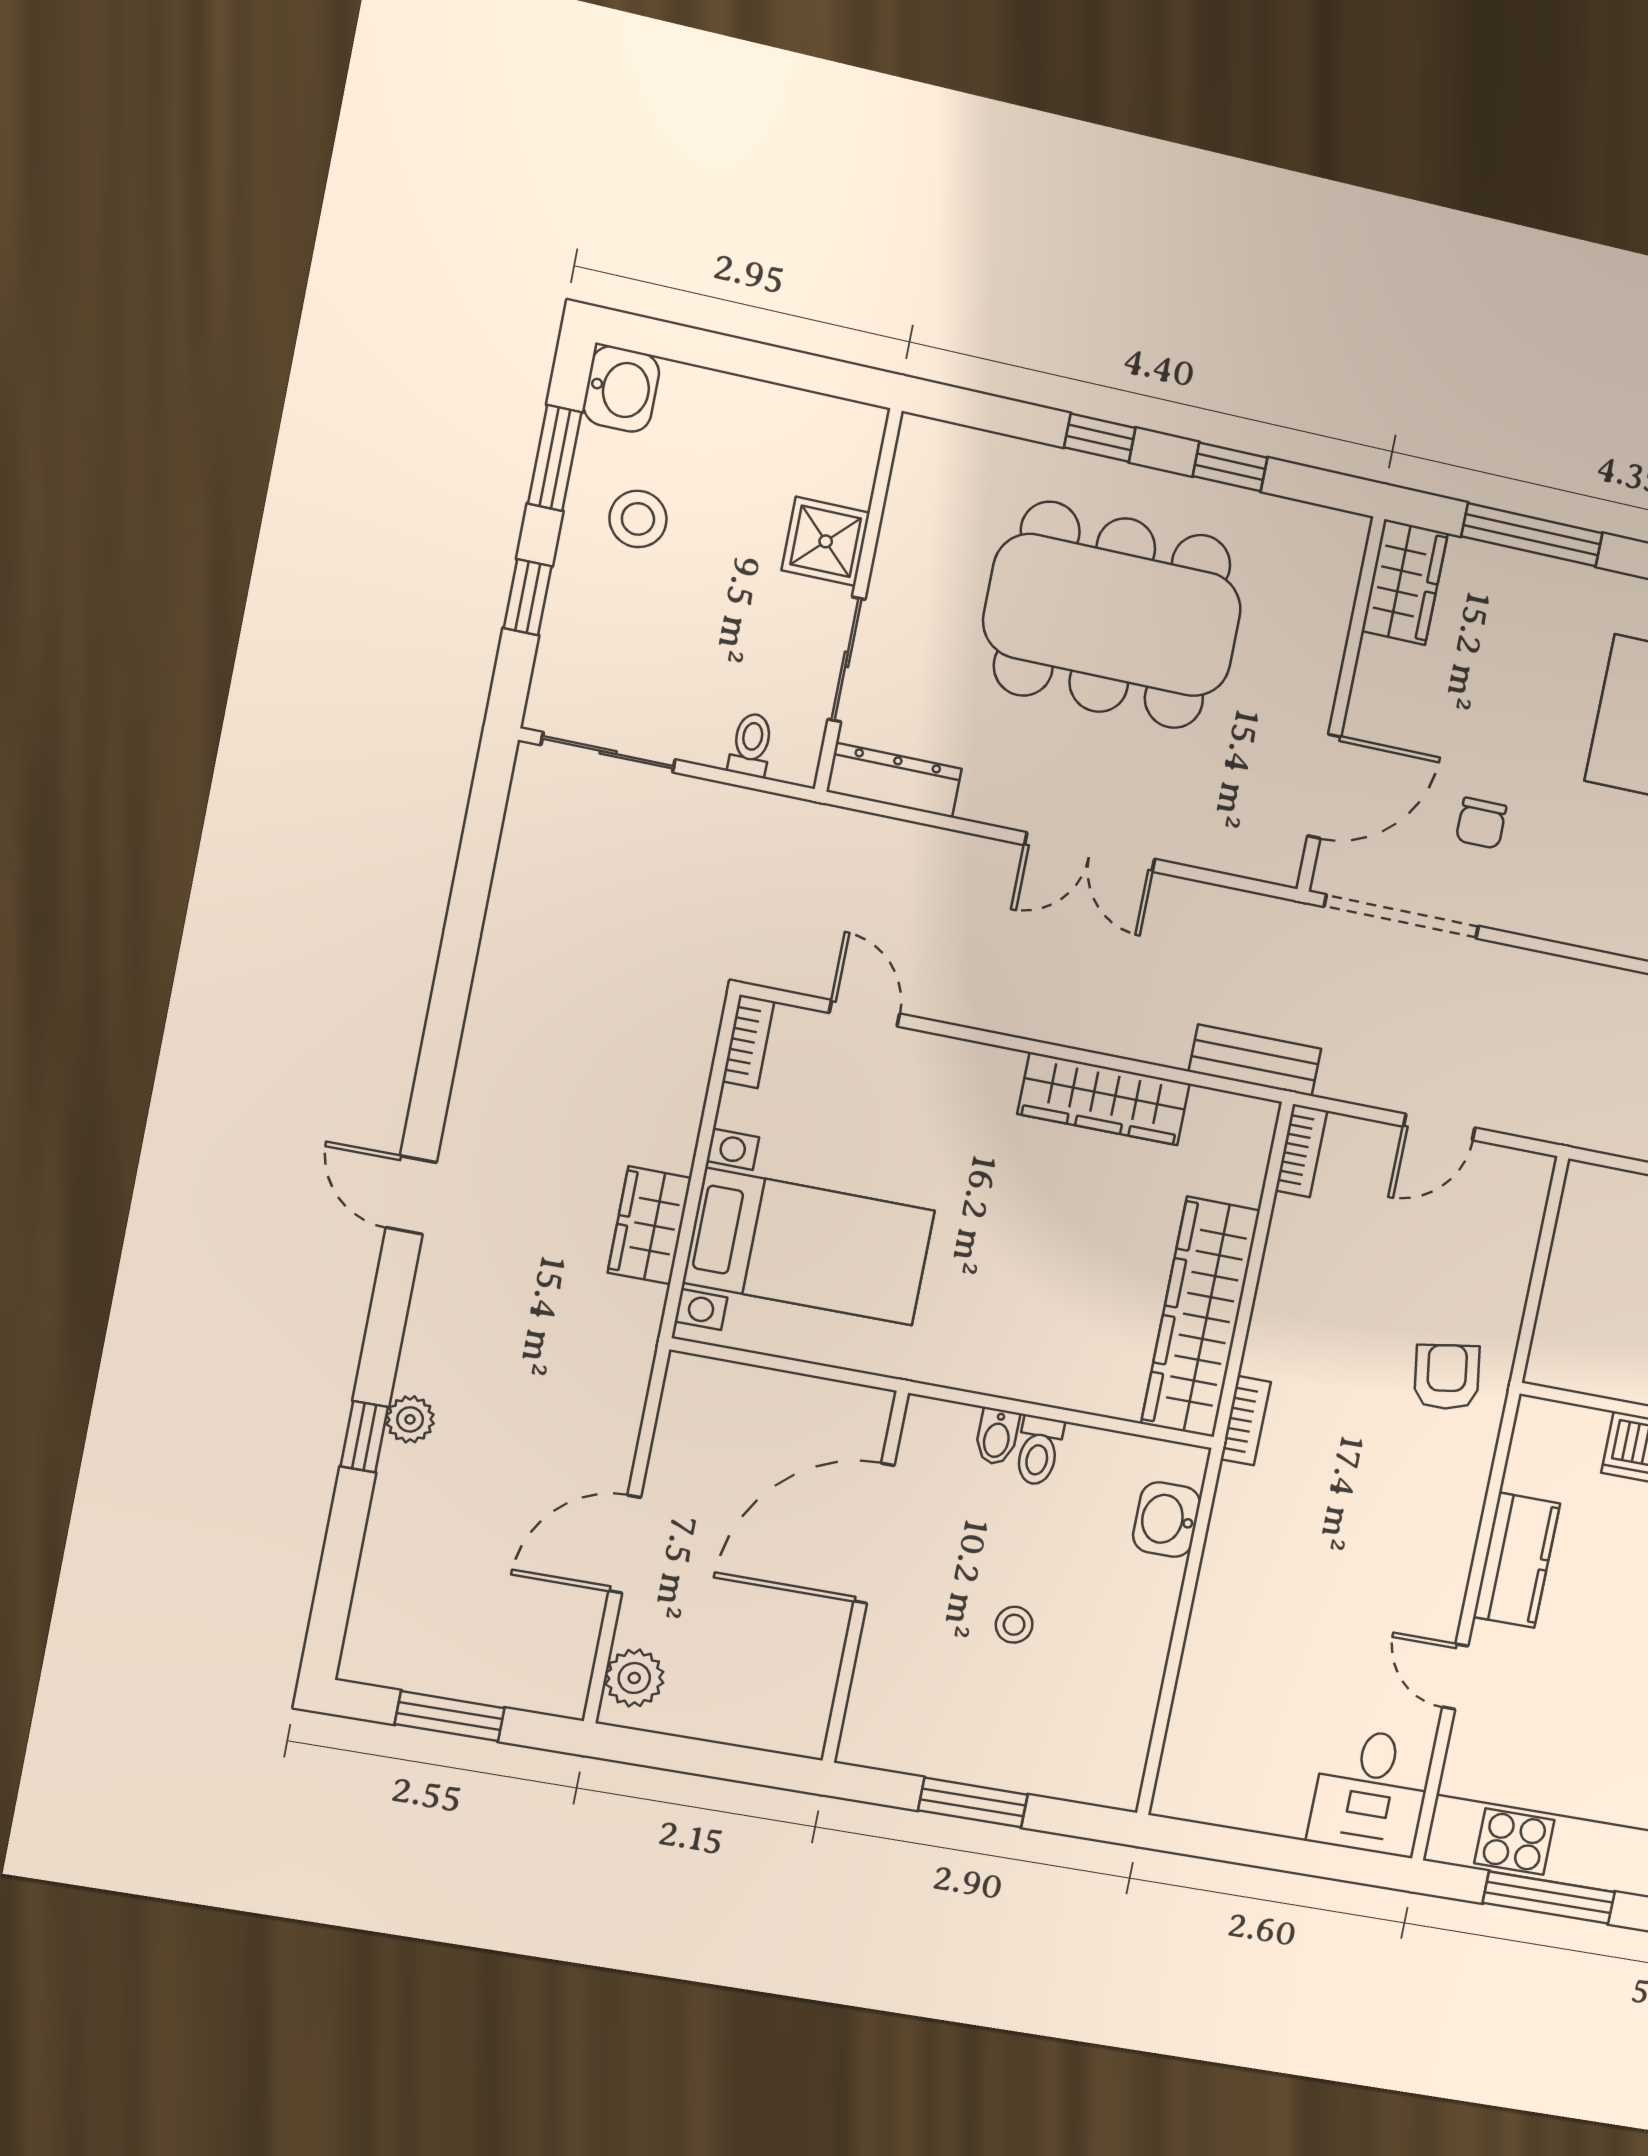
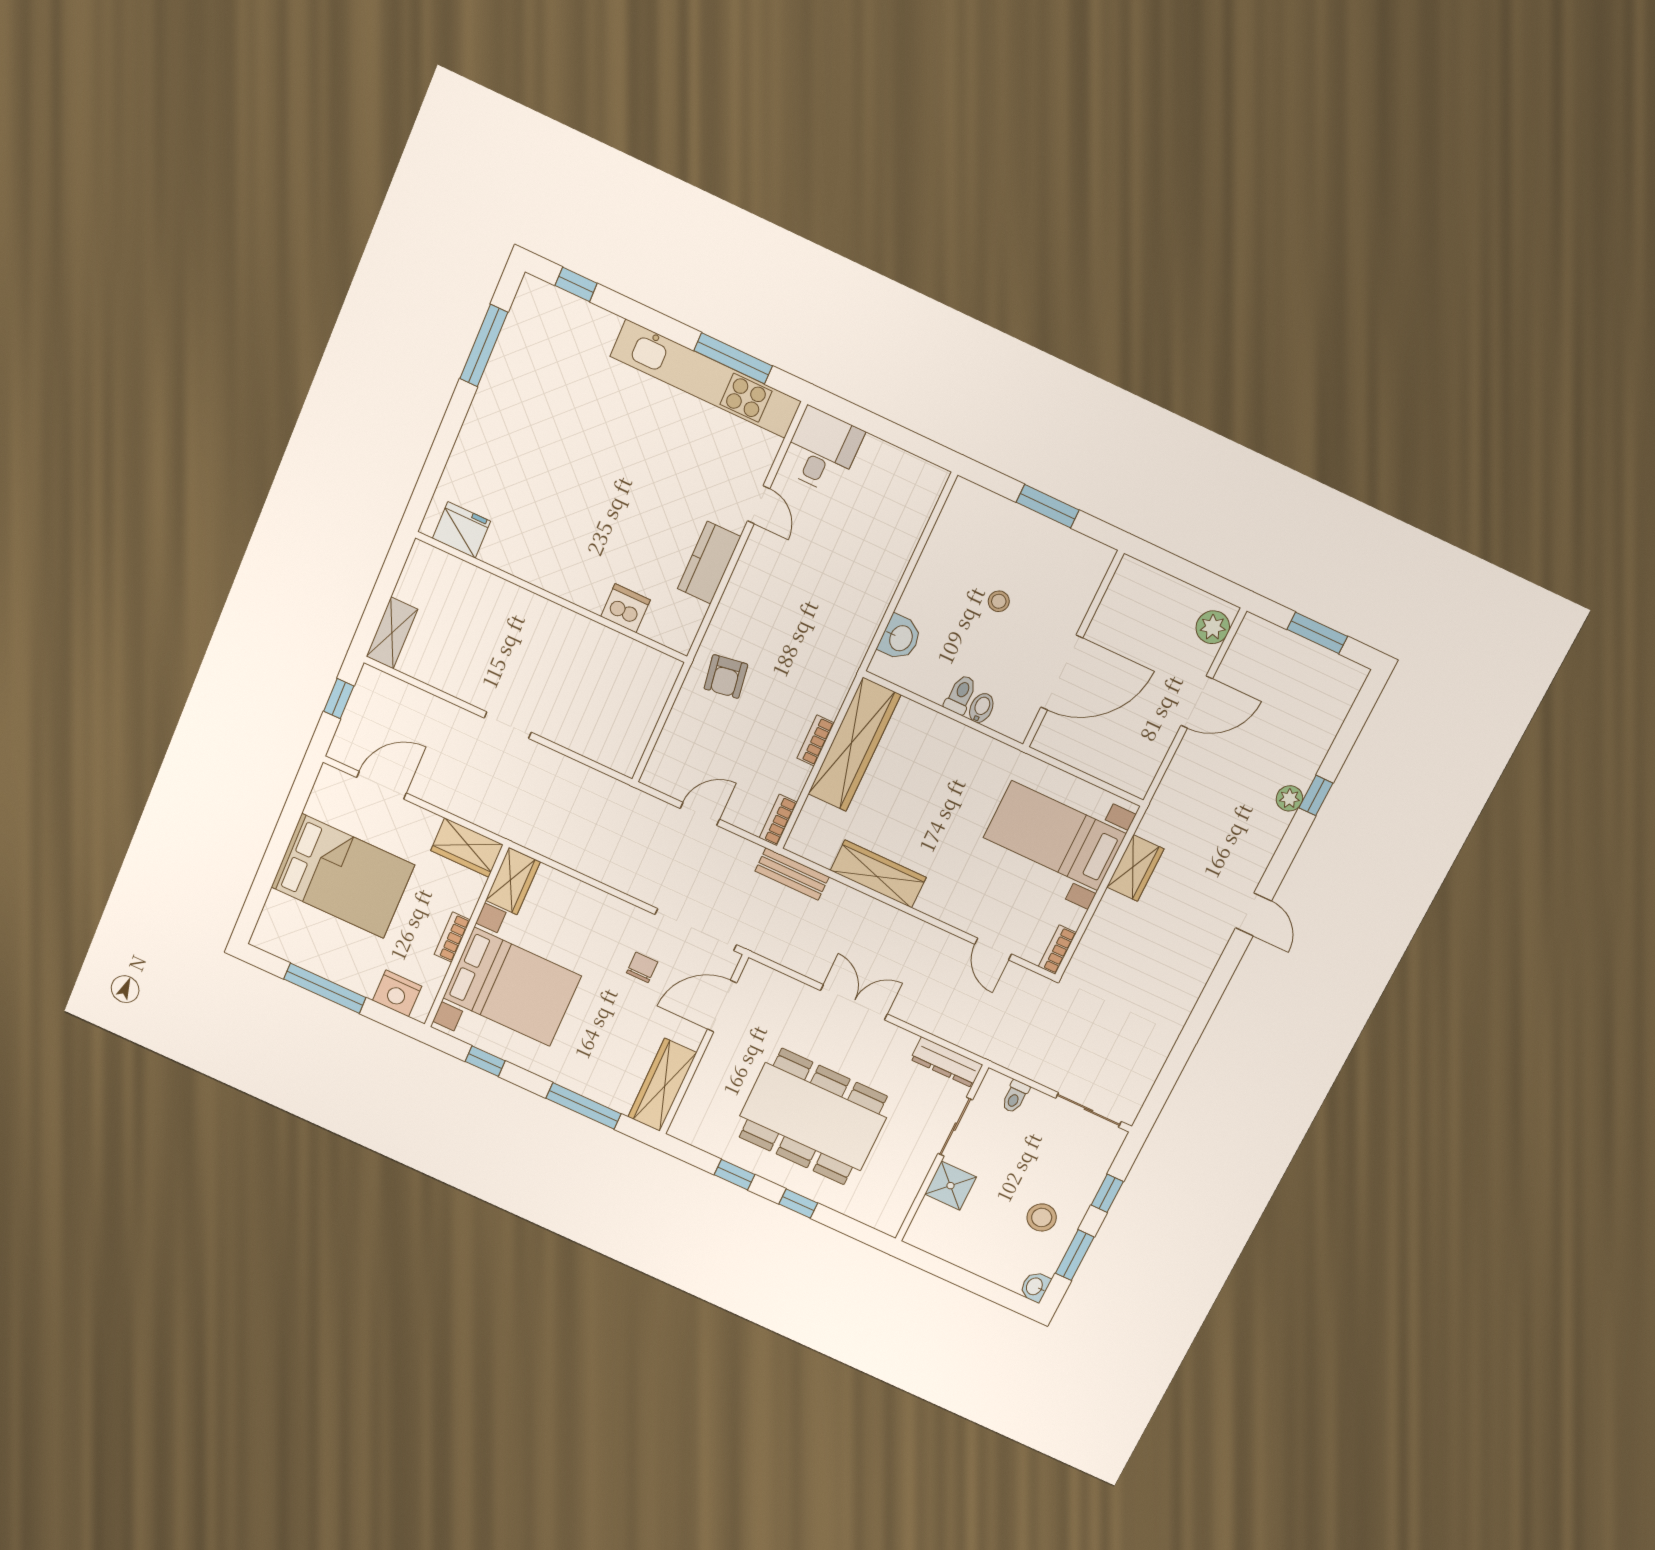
washbasin: (621, 389) -> (1035, 1287), width x0.72, depth x0.69
wardrobe: (1405, 582) -> (662, 1085), width x1.50
bookcase: (1246, 1421) -> (816, 740), moved

